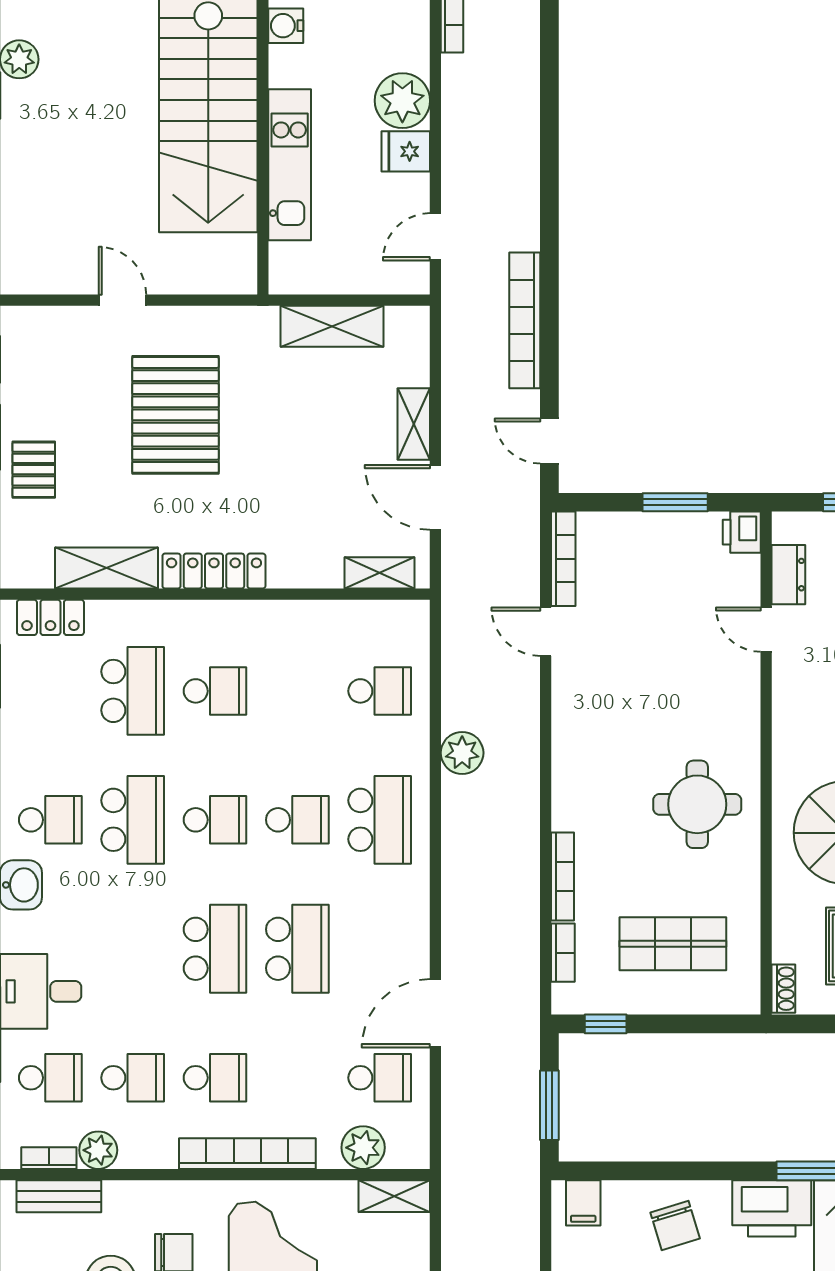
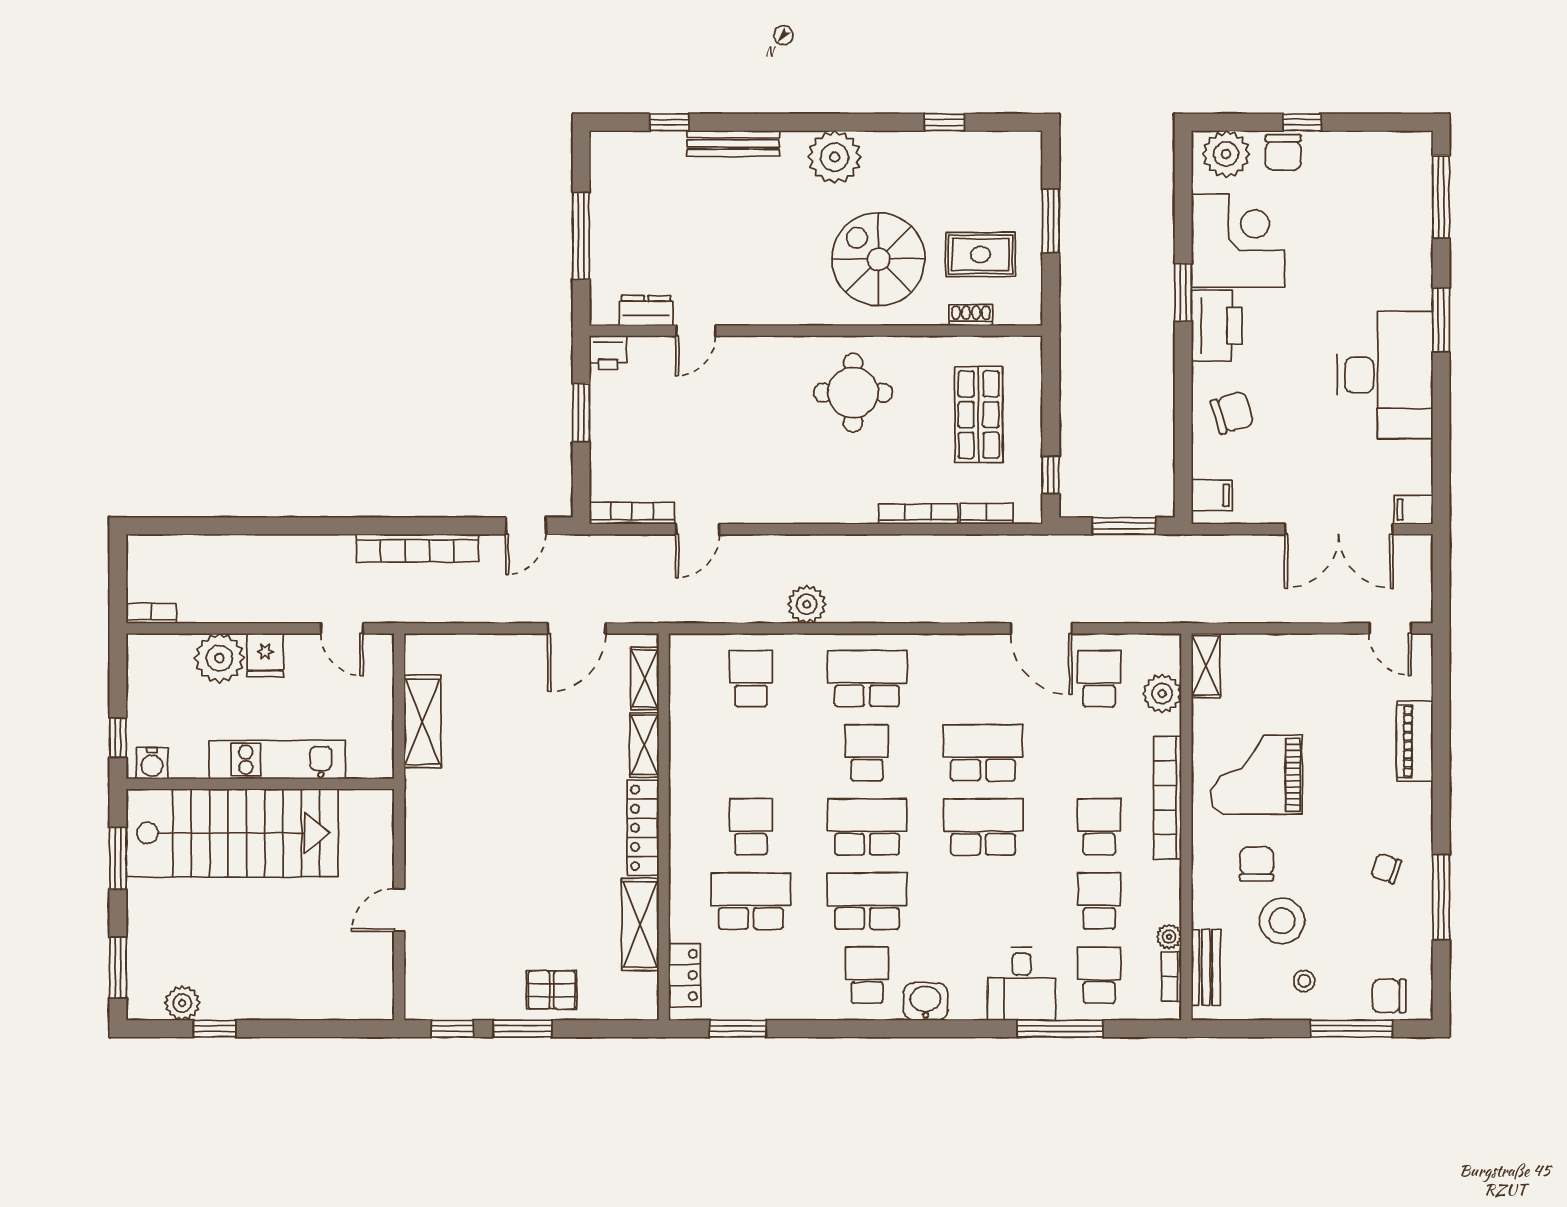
pallet: (175, 415) -> (502, 862), removed
shelving: (414, 424) -> (644, 745), moved, turned 90
school desk: (215, 820) -> (867, 827), width x1.85
shoe rack: (783, 989) -> (971, 315), moved
plant: (98, 1150) -> (1169, 937), width x0.73, depth x0.73

